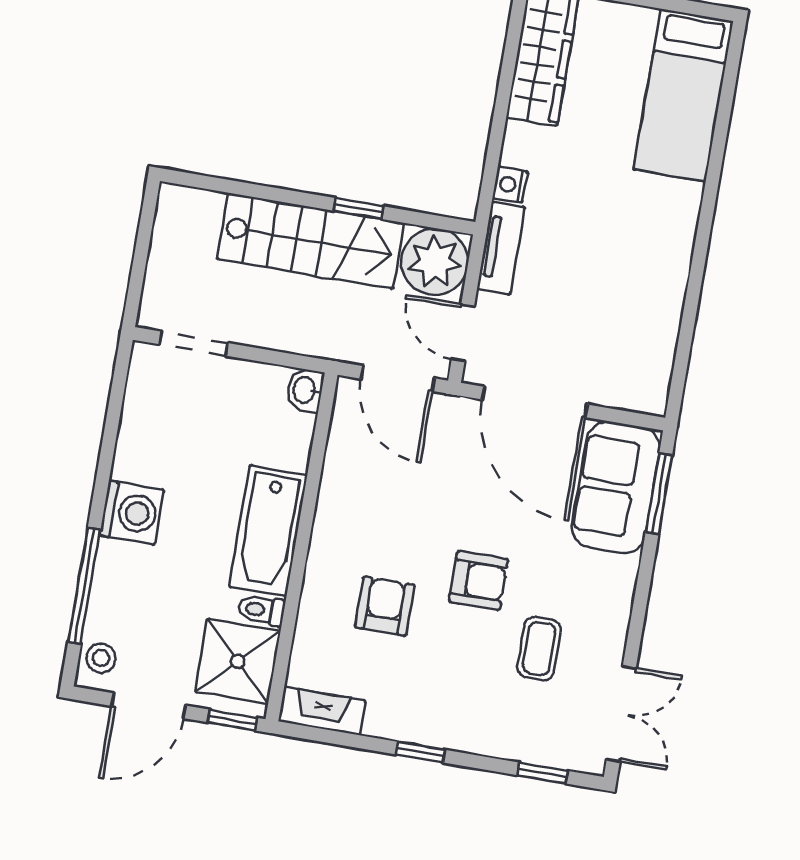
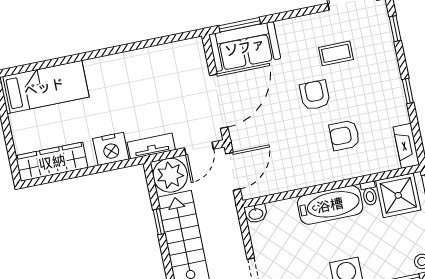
nightstand: (510, 185) -> (111, 149), width x1.89, depth x1.79

